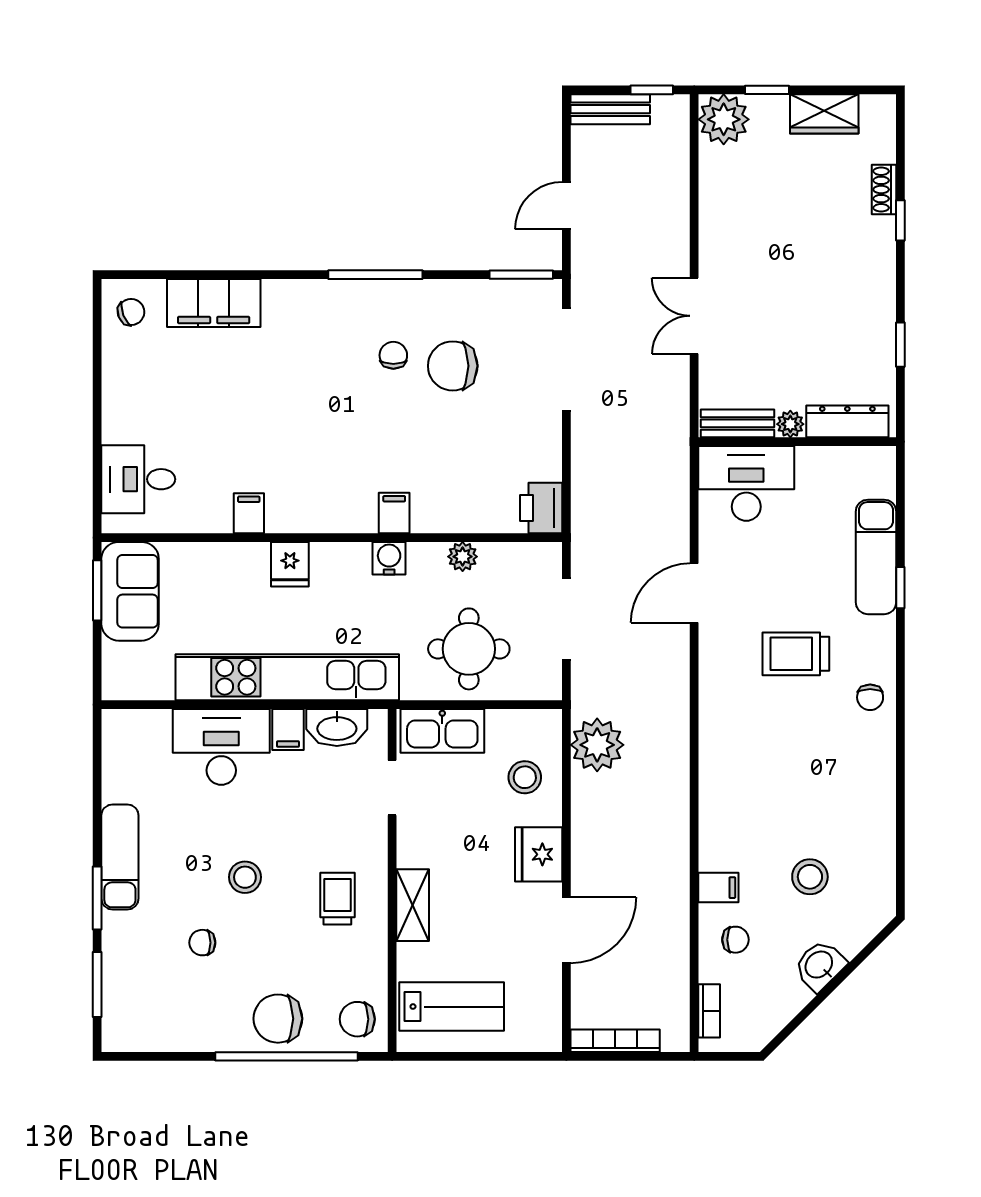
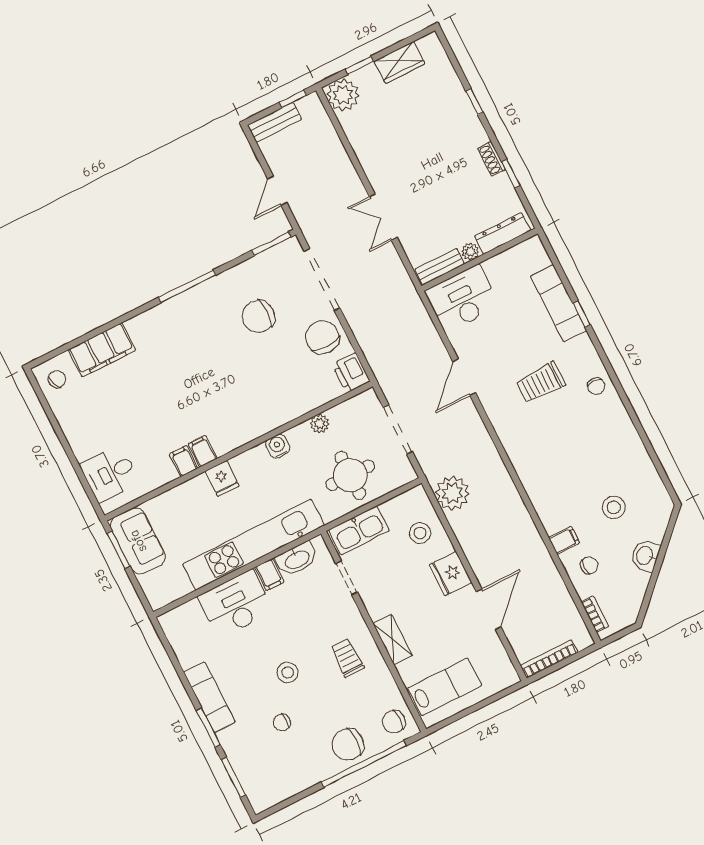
shoe rack: (884, 190) -> (492, 159), moved
chair: (393, 355) -> (322, 337), moved, width x1.87, depth x1.87
filing cabinet: (394, 513) -> (203, 451), moved

